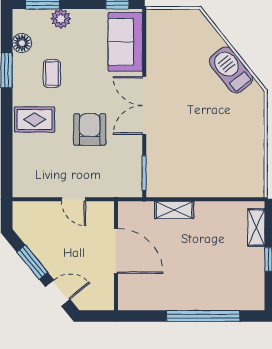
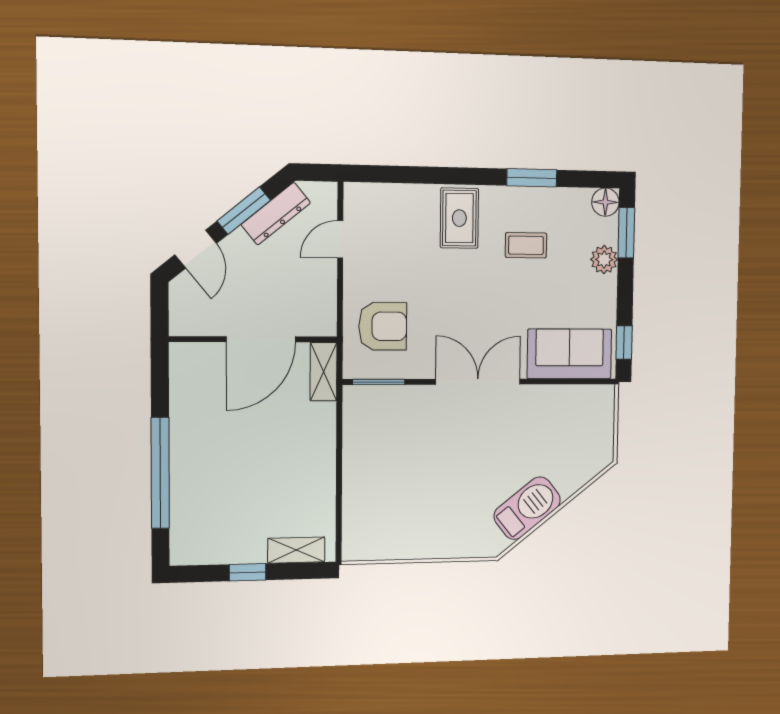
floor lamp: (22, 43) -> (605, 202), moved
armchair: (90, 129) -> (383, 326), moved
door: (73, 199) -> (340, 239), moved
shelving: (174, 210) -> (323, 372), moved
dresser: (34, 241) -> (276, 214), added

